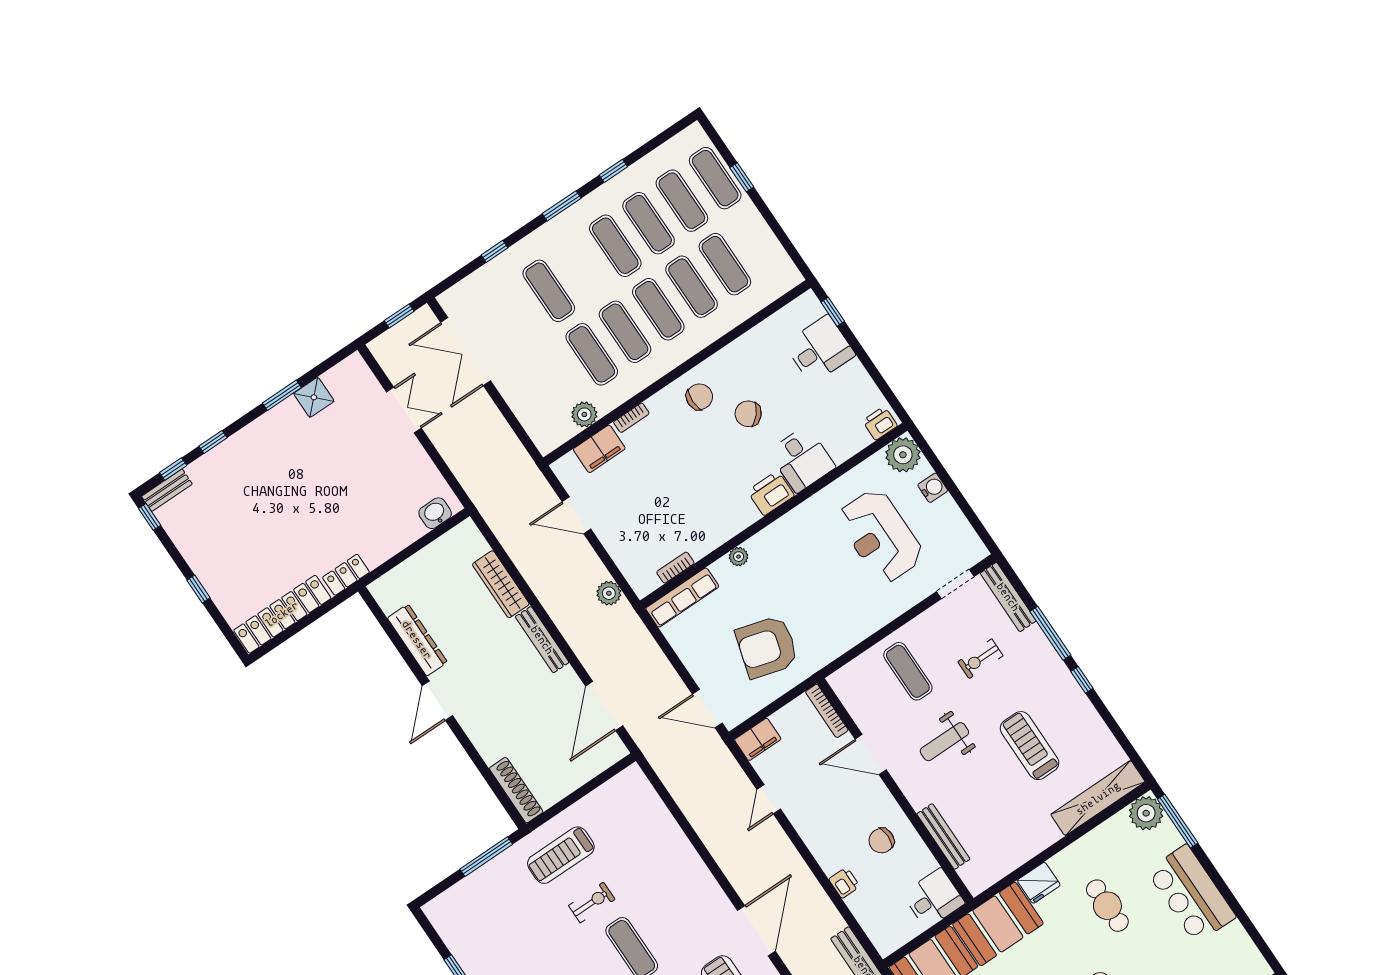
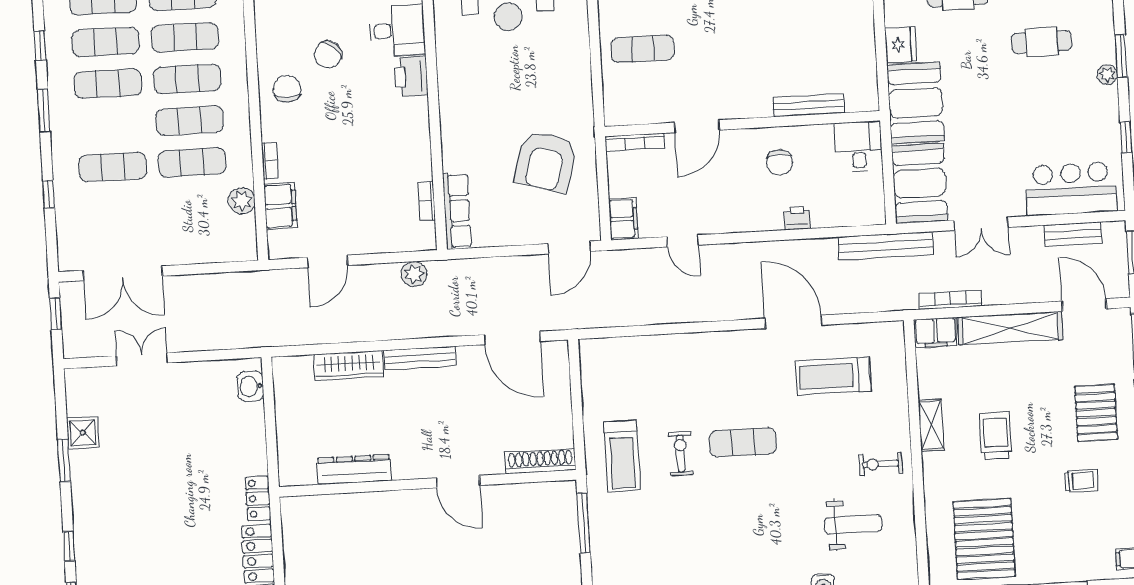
plant: (739, 557) -> (450, 139), removed
door: (437, 701) -> (458, 482), moved
weight bench: (944, 742) -> (725, 54), removed

